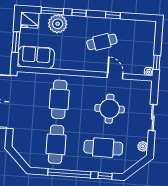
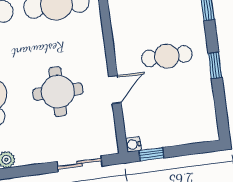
cafe table: (102, 42) -> (167, 56), turned -72
sliding door: (153, 117) -> (79, 164), moved

